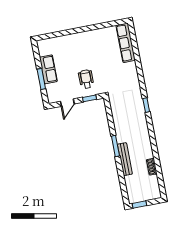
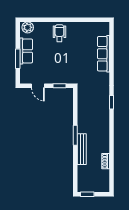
row of seats: (126, 43) -> (103, 54), moved
plant: (45, 45) -> (28, 27), added
wheelchair: (86, 79) -> (59, 33), moved
door: (67, 103) -> (38, 86), hinge flipped

